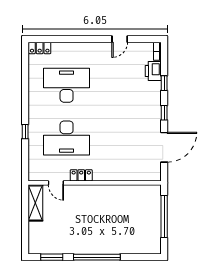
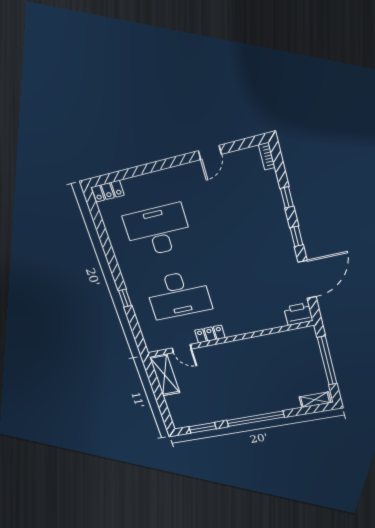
printer: (153, 71) -> (298, 314), moved, turned 90
shelving: (148, 249) -> (315, 400), added

